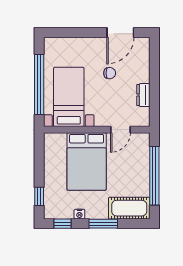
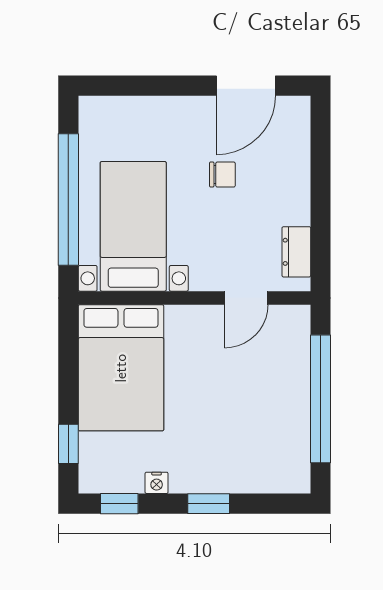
dresser: (143, 95) -> (296, 252), moved
bed: (87, 162) -> (121, 368), moved
cot: (129, 208) -> (265, 470), removed
window: (103, 224) -> (209, 504), width x0.67

